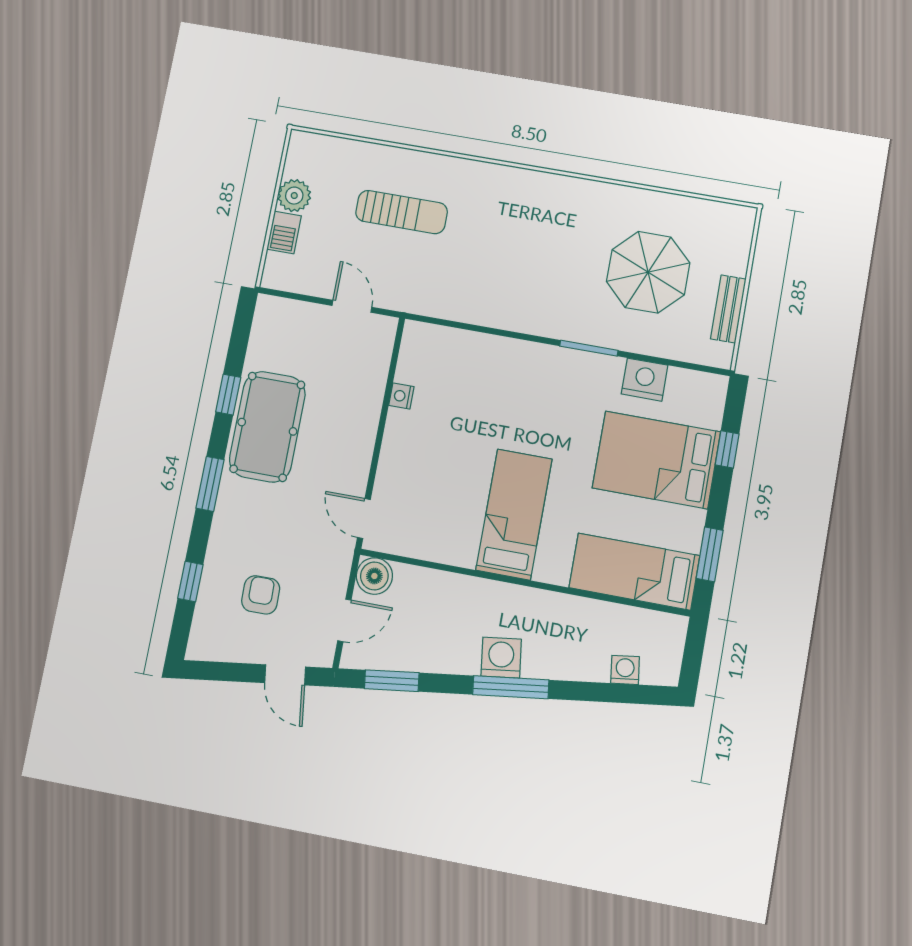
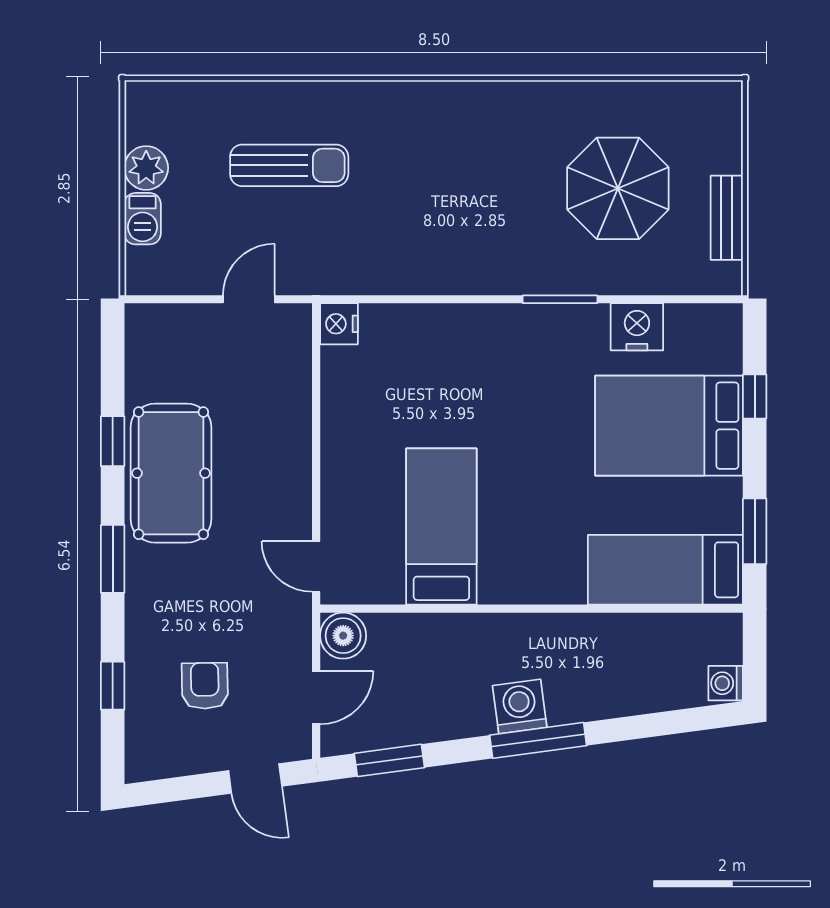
door: (352, 306) -> (249, 299), hinge flipped
nightstand: (401, 396) -> (339, 324), moved, width x1.39, depth x1.35
bed: (514, 514) -> (441, 527), moved
washing machine: (625, 670) -> (726, 683), moved, turned -82

